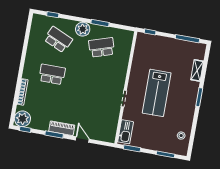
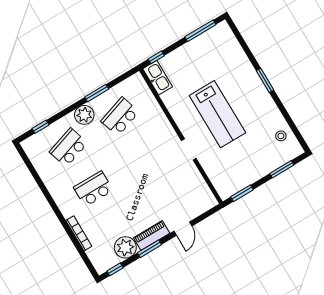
school desk: (58, 40) -> (69, 147), turned -42
shelving: (197, 70) -> (239, 55), removed
plant: (22, 119) -> (125, 247), moved
kitchen sink: (126, 132) -> (158, 78), moved
door: (82, 140) -> (183, 229), swing flipped

